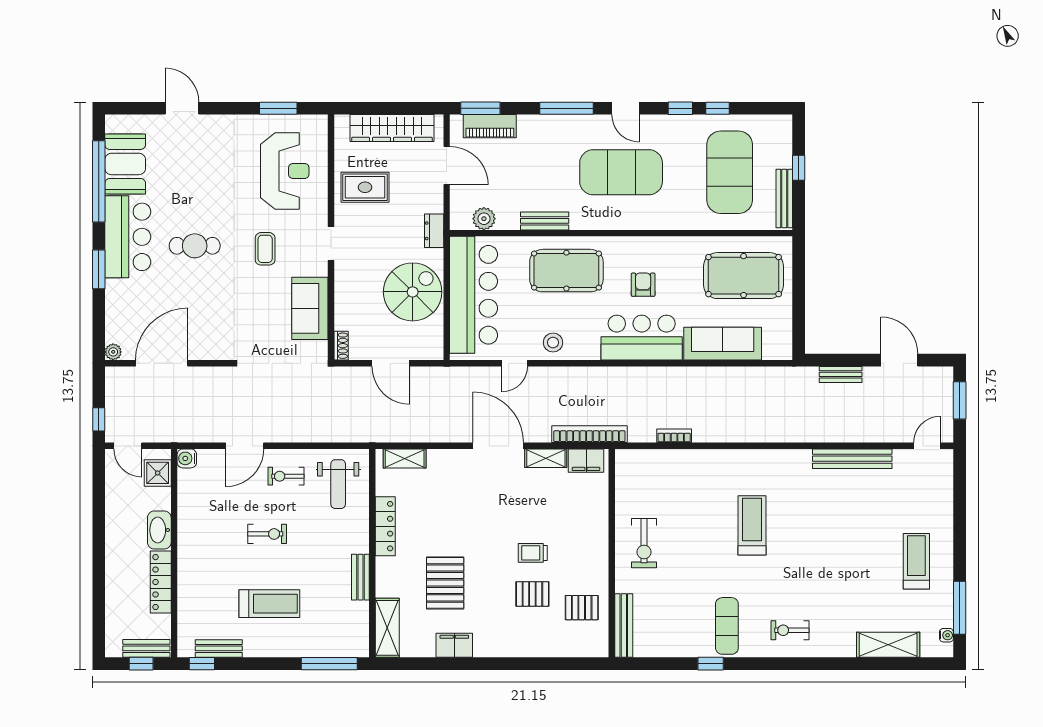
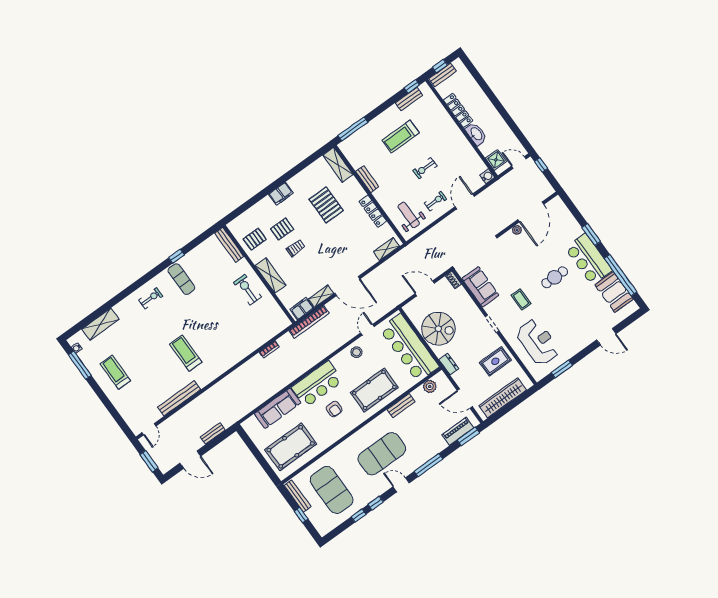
reception desk: (285, 171) -> (538, 342), turned 180
spiral stairs: (413, 292) -> (438, 329), turned -90
plant: (113, 352) -> (517, 230), moved
treadmill: (752, 525) -> (186, 353), moved, turned 180
shelving: (597, 540) -> (270, 275), added
treadmill: (916, 561) -> (115, 372), turned 180
filing cabinet: (454, 645) -> (281, 194), moved

